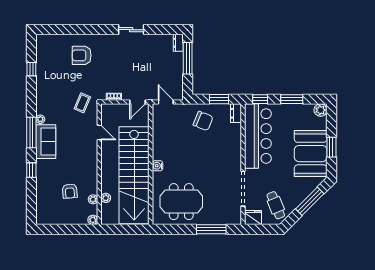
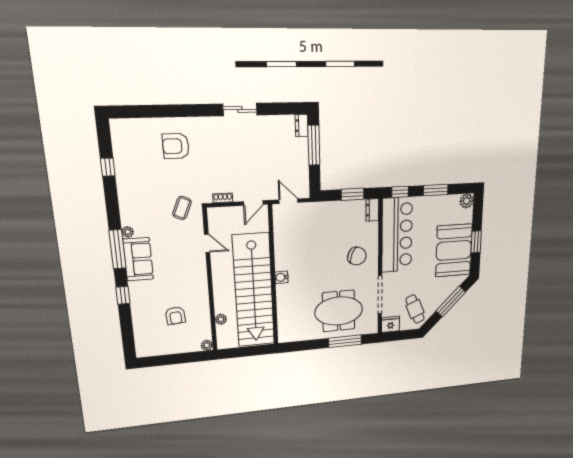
chair: (203, 121) -> (357, 256), moved
plant: (93, 199) -> (205, 322), removed
meeting table: (181, 202) -> (339, 311), moved

